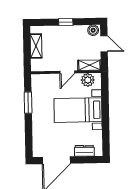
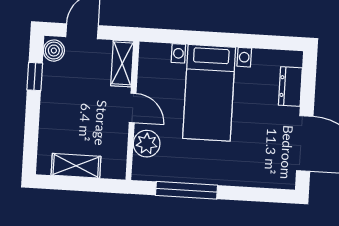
window: (66, 22) -> (35, 77), moved
plant: (88, 80) -> (147, 144), moved
window: (28, 103) -> (187, 190), width x1.44

